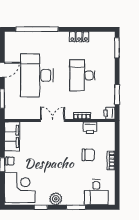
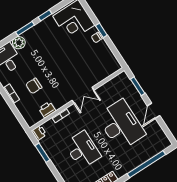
filing cabinet: (12, 136) -> (108, 60), removed
plant: (56, 199) -> (19, 43), moved
window: (76, 207) -> (25, 28), moved

